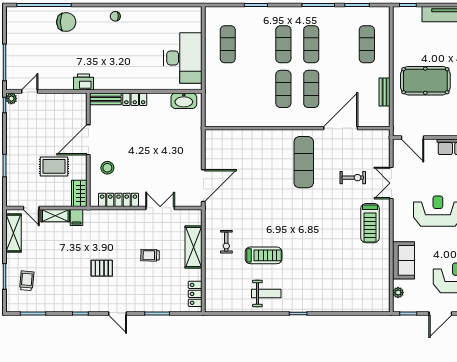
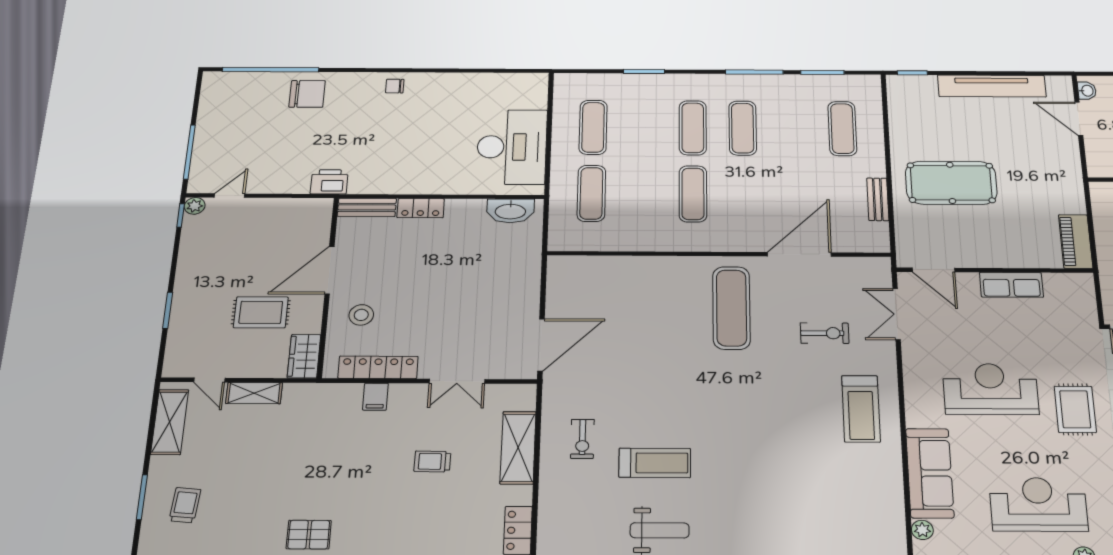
exercise mat: (311, 89) -> (591, 193), moved
double door: (391, 183) -> (897, 314), moved
double door: (160, 208) -> (457, 381), swing flipped
filing cabinet: (77, 217) -> (375, 397), moved
sofa: (404, 260) -> (930, 473), width x1.36
pallet: (102, 268) -> (309, 535), moved

